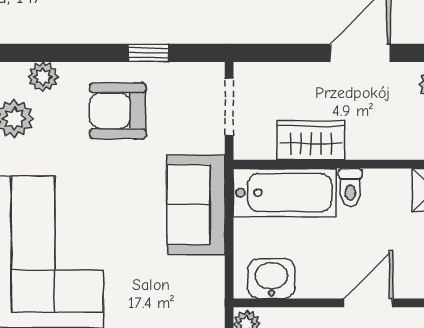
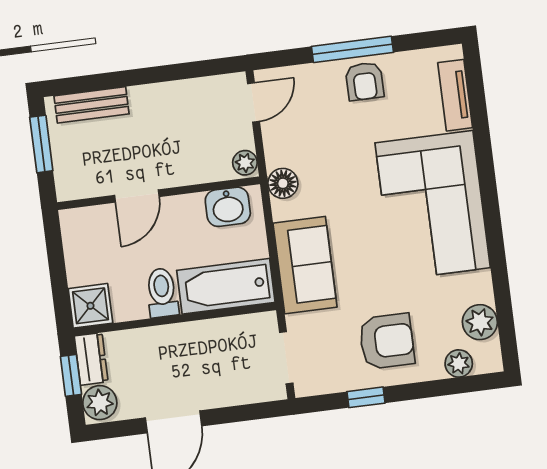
wardrobe: (311, 140) -> (208, 337), removed
toilet: (350, 187) -> (162, 293), width x1.37, depth x1.39
floor lamp: (208, 296) -> (283, 183), added

